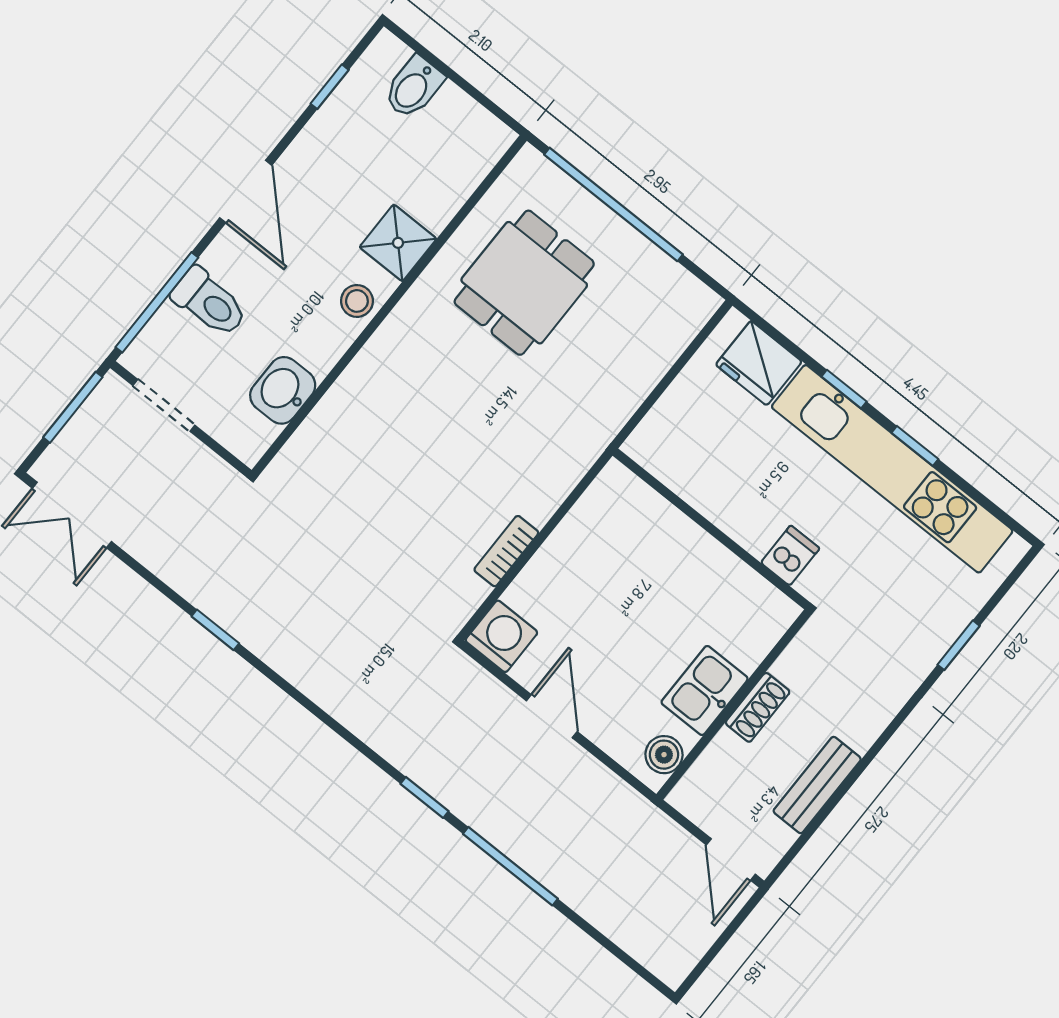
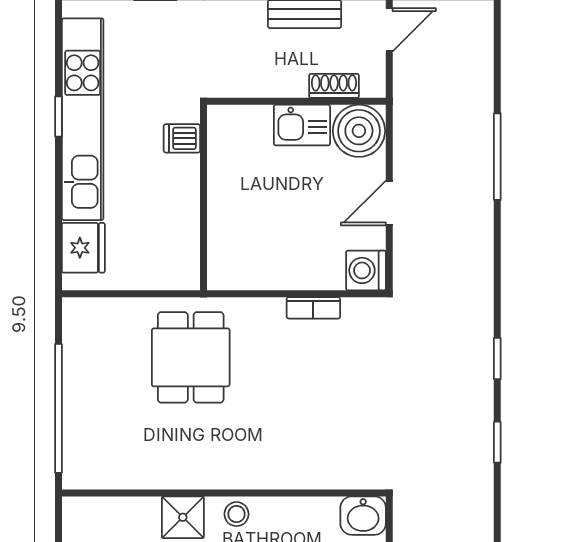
dining table: (524, 283) -> (191, 357), moved, turned 90
window: (844, 389) -> (58, 185), removed
washbasin: (283, 390) -> (363, 516), moved
shoe rack: (758, 707) -> (334, 86), moved
boiler: (664, 755) -> (359, 131), width x1.86, depth x1.86
window: (424, 797) -> (497, 358), moved

